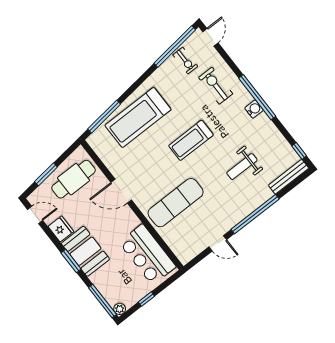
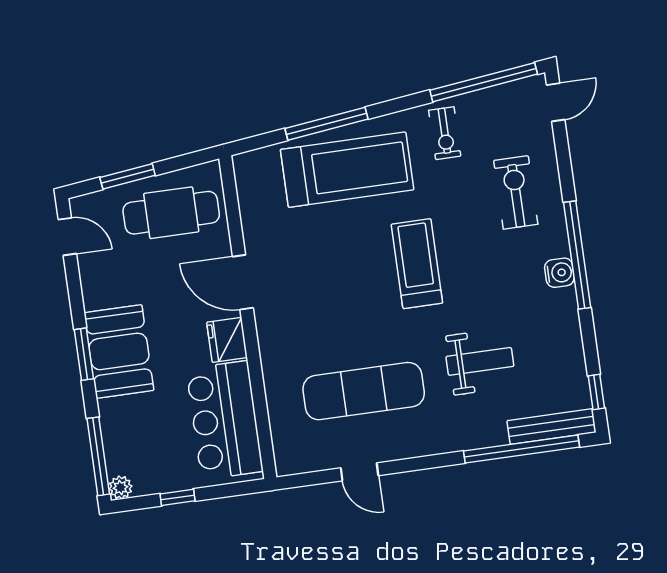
exercise bike: (185, 61) -> (445, 133), moved
window: (104, 117) -> (326, 124), moved
treadmill: (138, 117) -> (347, 170), turned 180
treadmill: (191, 140) -> (417, 264), turned 90
weight bench: (242, 167) -> (480, 361), turned 180
exercise mat: (176, 203) -> (364, 391), moved
window: (255, 214) -> (522, 449), moved
fridge: (61, 229) -> (227, 340), moved, turned 180

